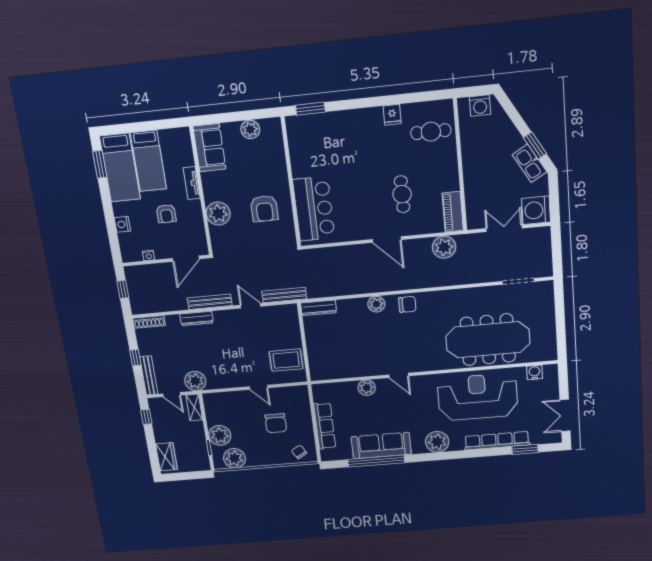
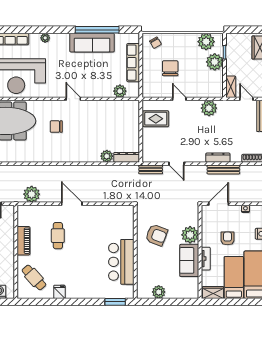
cafe table: (431, 132) -> (34, 277), turned 48
wardrobe: (174, 137) -> (213, 292), added
sofa: (209, 148) -> (189, 260), moved
armchair: (264, 209) -> (156, 235), turned 111
bar counter: (314, 209) -> (121, 262), moved
piano: (453, 212) -> (23, 241), moved
bench: (284, 295) -> (151, 169), width x0.73
bench: (210, 302) -> (223, 169), moved
plant: (376, 304) -> (107, 156), moved
chair: (407, 304) -> (56, 127), moved
plant: (195, 381) -> (209, 108), moved
plant: (367, 388) -> (120, 91), moved
plant: (437, 442) -> (45, 38), width x0.53, depth x0.53

